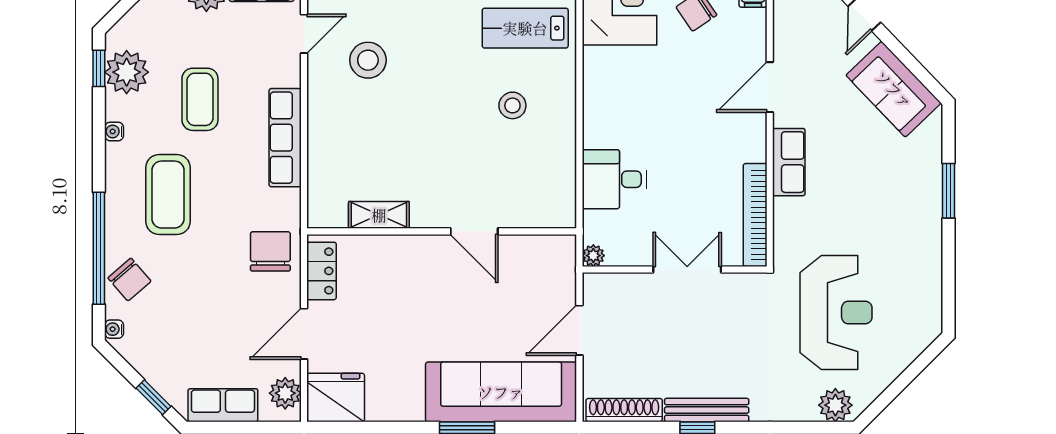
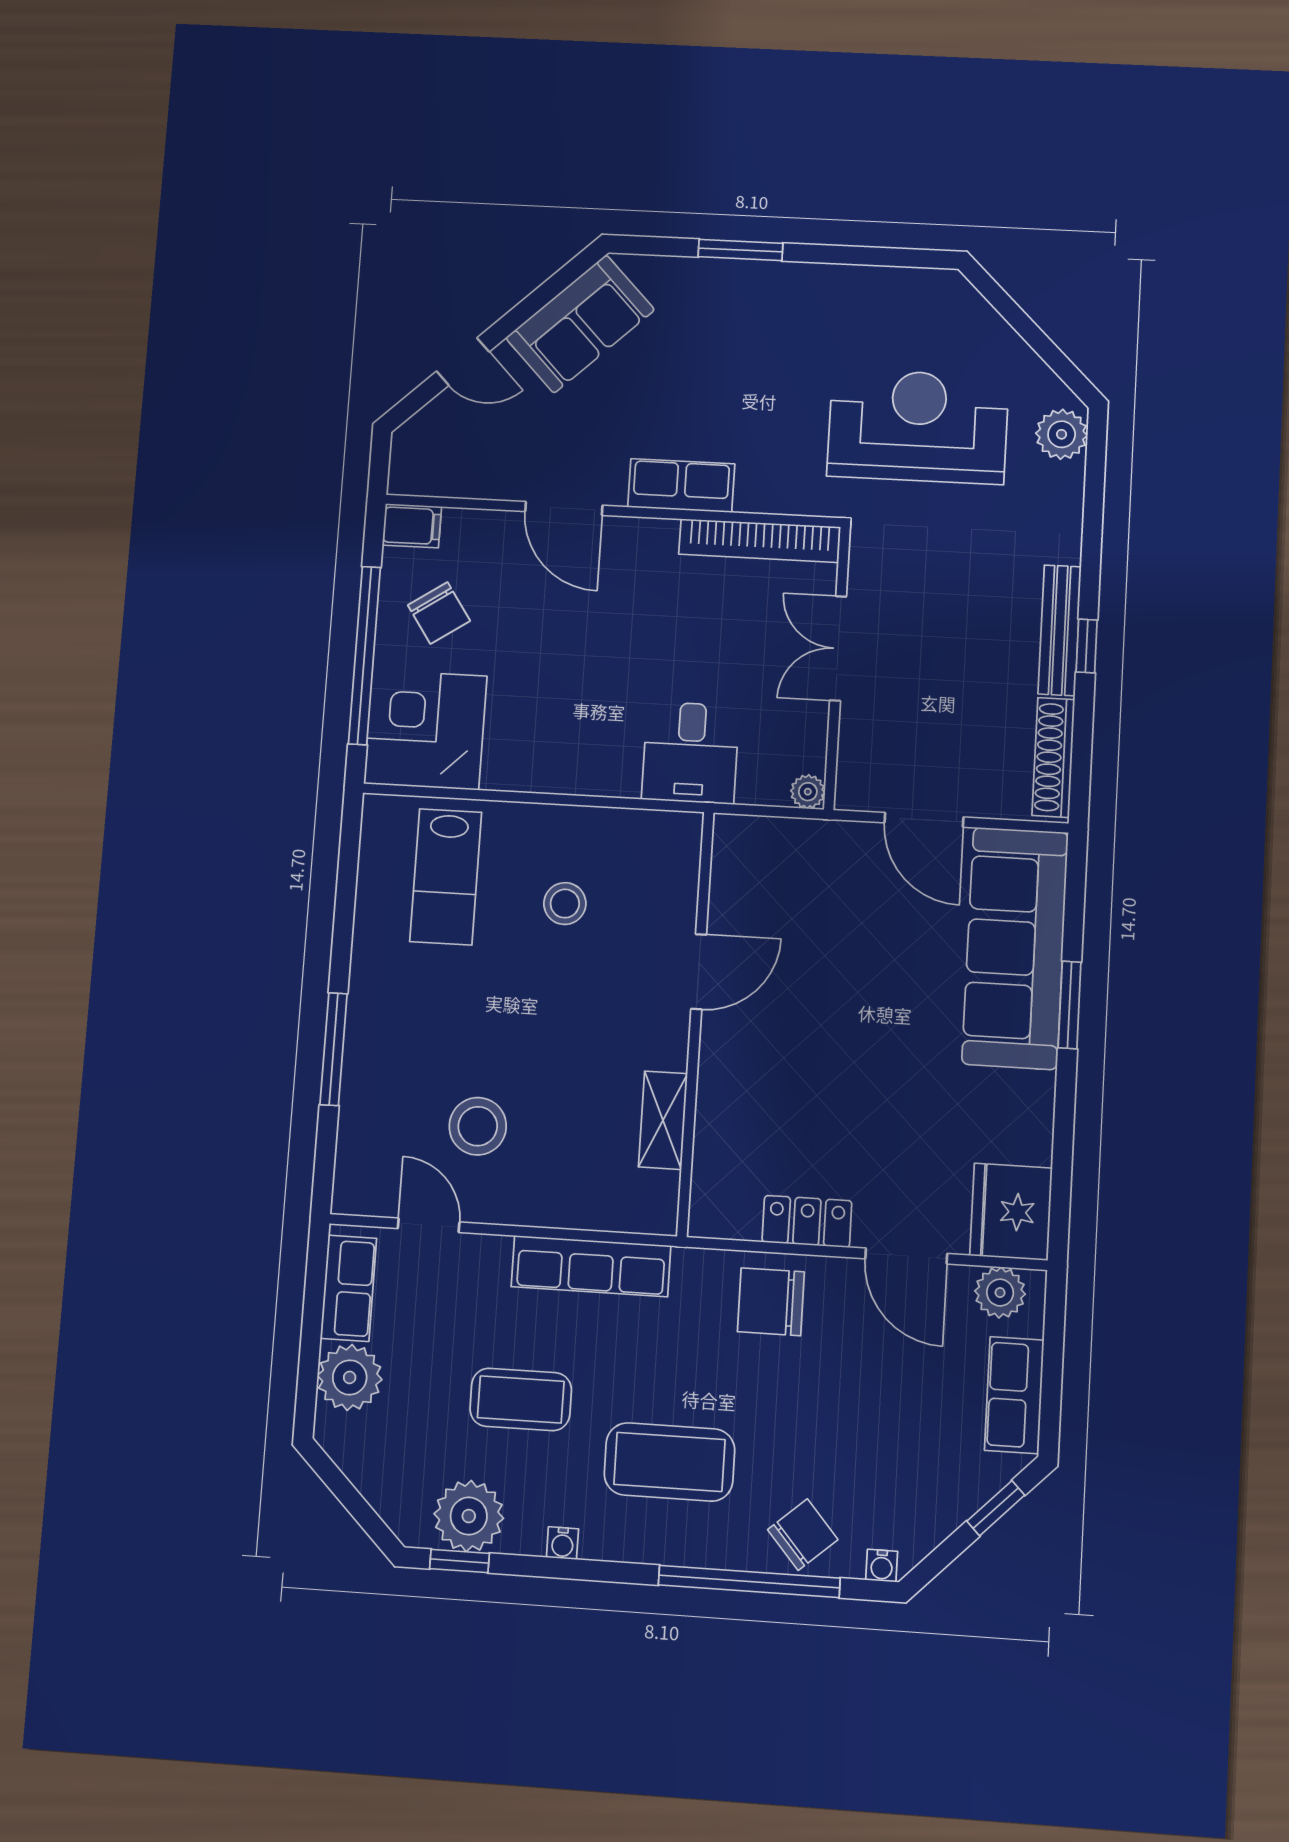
shelving: (379, 215) -> (663, 1120), moved
wall: (442, 231) -> (695, 1023), moved
door: (474, 231) -> (699, 972), moved

